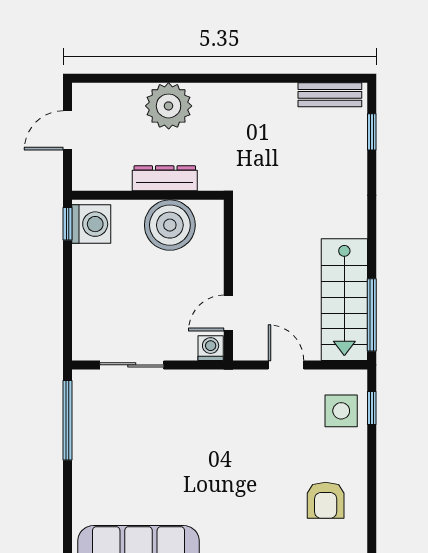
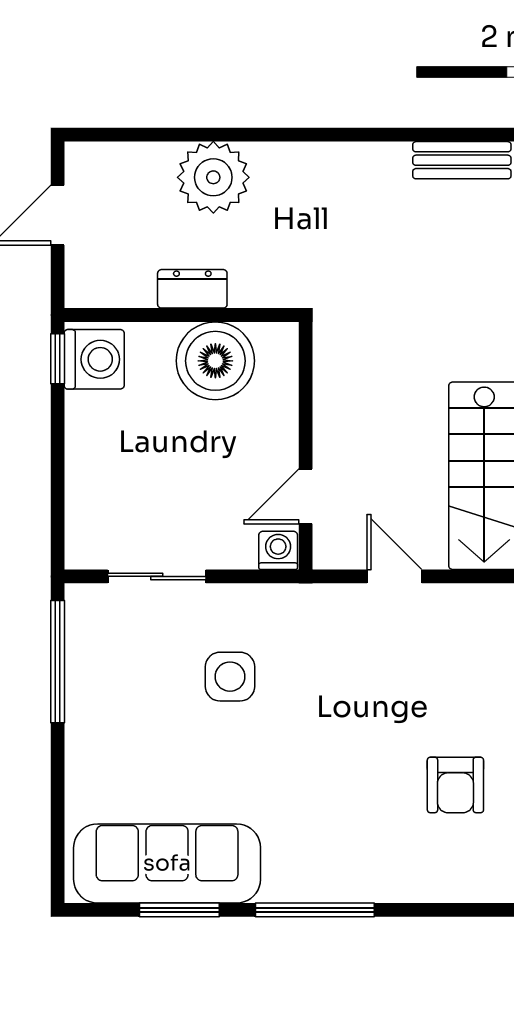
dresser: (165, 178) -> (192, 289), width x0.70
side table: (341, 411) -> (230, 677), moved

